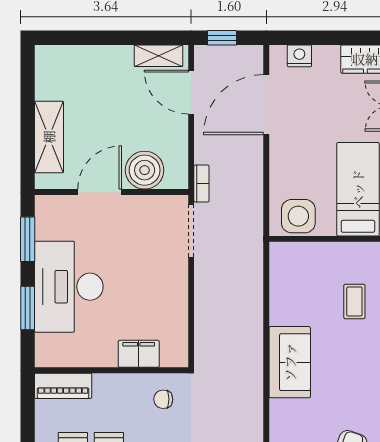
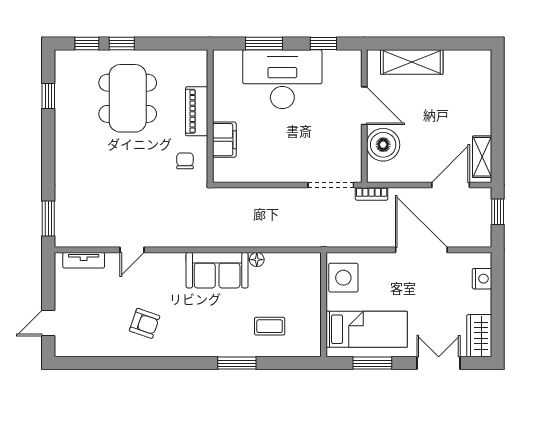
door: (266, 105) -> (421, 250), moved
window: (28, 239) -> (323, 43), width x0.67
floor lamp: (277, 316) -> (257, 260), added
piano: (63, 386) -> (197, 111), moved

